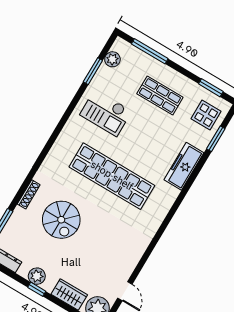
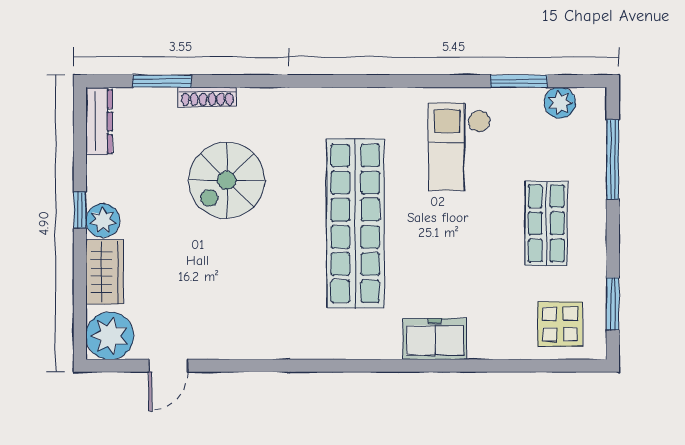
window: (216, 139) -> (529, 366), removed
freezer: (184, 166) -> (435, 339), width x0.71
shoe rack: (29, 194) -> (207, 97), moved
plant: (37, 276) -> (103, 221), moved

